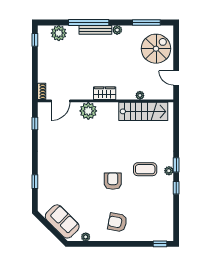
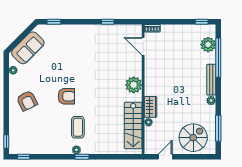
window: (89, 22) -> (218, 58), moved
spiral stairs: (156, 49) -> (193, 138), turned -90
wardrobe: (105, 93) -> (151, 107), moved
plant: (88, 111) -> (134, 85), moved
window: (35, 124) -> (108, 22), moved
window: (35, 182) -> (54, 22), moved
window: (176, 188) -> (24, 157), moved
armchair: (117, 222) -> (27, 101), turned 143

